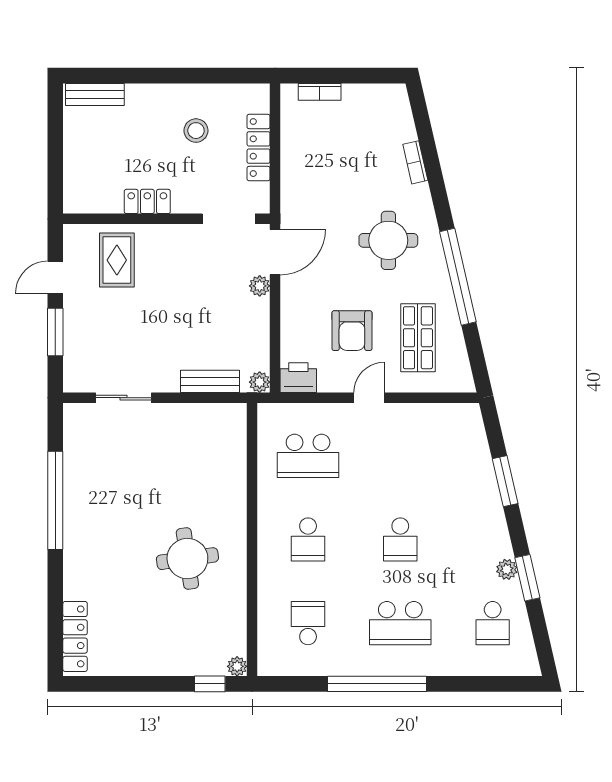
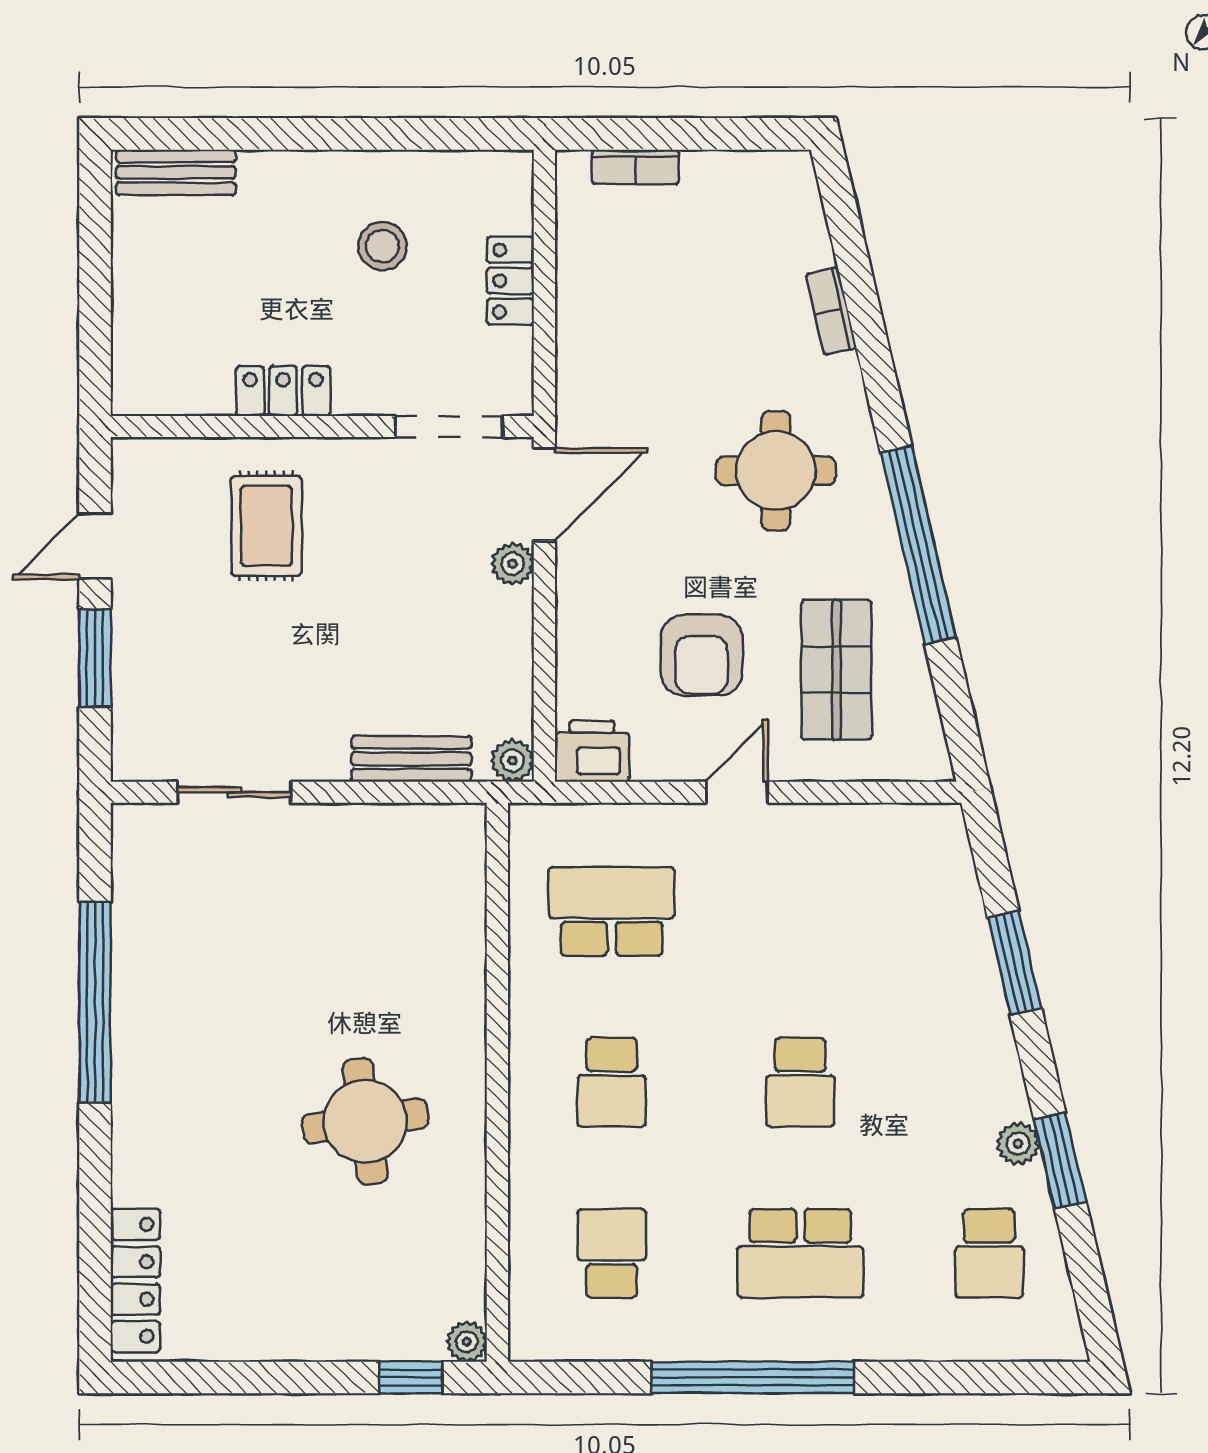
locker: (259, 148) -> (510, 281), width x0.66
rug: (117, 260) -> (266, 526), moved
school desk: (308, 456) -> (612, 911), turned 180

